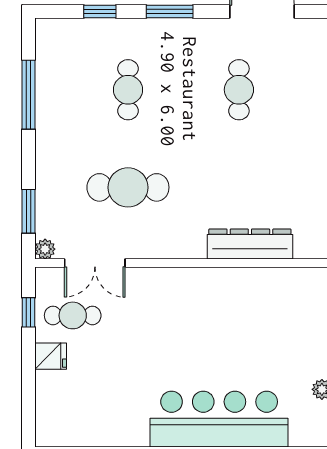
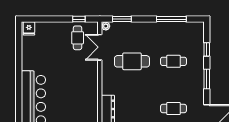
cafe table: (128, 187) -> (132, 61), turned 90
fridge: (51, 356) -> (29, 28), moved

